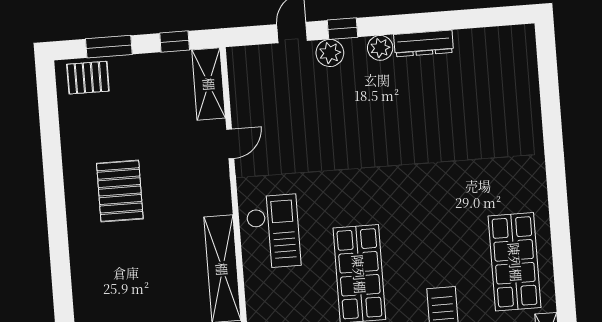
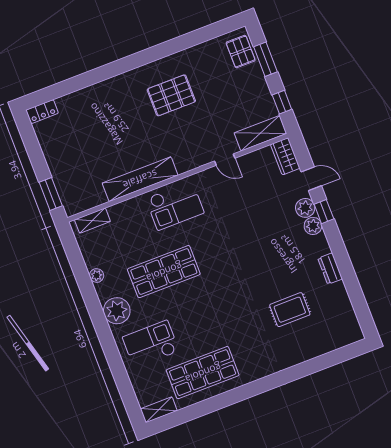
dresser: (424, 43) -> (330, 269), width x0.70
plant: (380, 48) -> (313, 226), moved
wardrobe: (250, 59) -> (285, 156), added
rug: (464, 116) -> (290, 310), added

